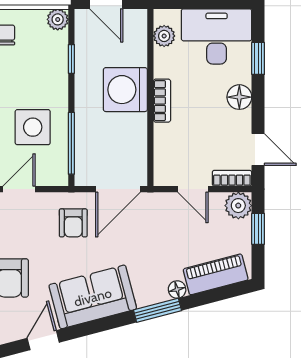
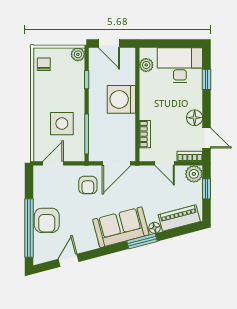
floor lamp: (239, 97) -> (195, 118), moved
bookcase: (162, 101) -> (145, 134), moved
sofa: (93, 297) -> (121, 227), moved

